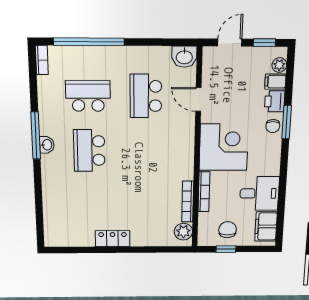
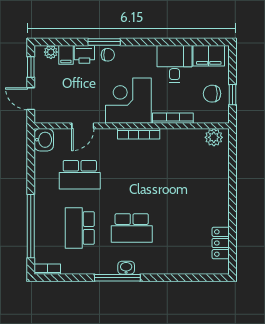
bookcase: (188, 202) -> (139, 134), moved
locker: (113, 239) -> (221, 243), moved

